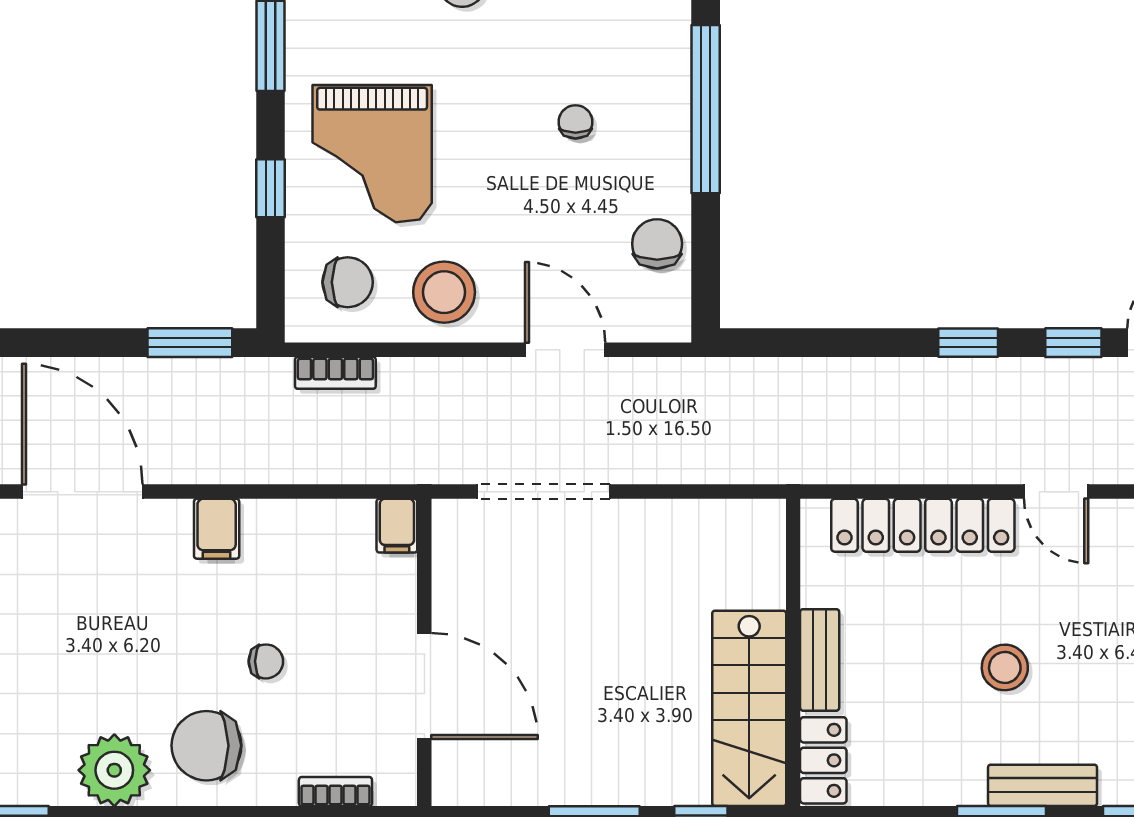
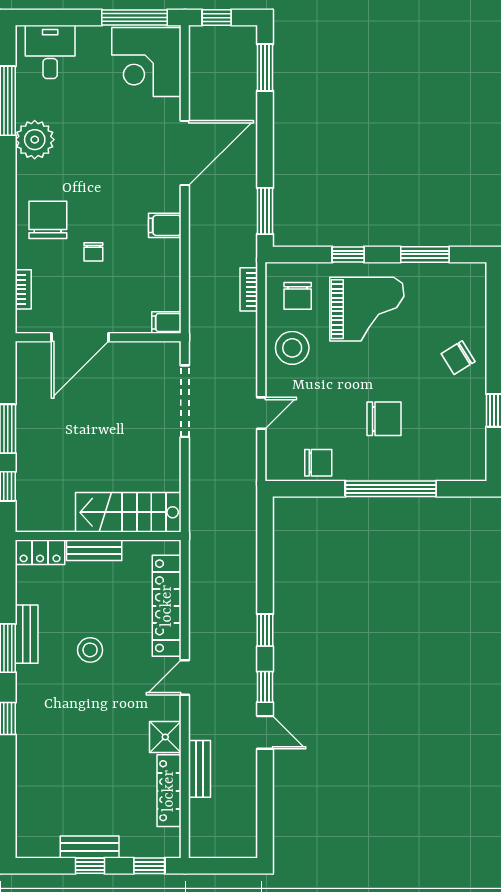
chair: (576, 122) -> (384, 419), width x1.87, depth x1.87
grand piano: (372, 154) -> (367, 309), turned 180
door: (565, 350) -> (261, 413), width x0.73
stairs: (749, 708) -> (128, 512), moved
plant: (114, 770) -> (35, 140), moved
bench: (1043, 785) -> (27, 634), moved

